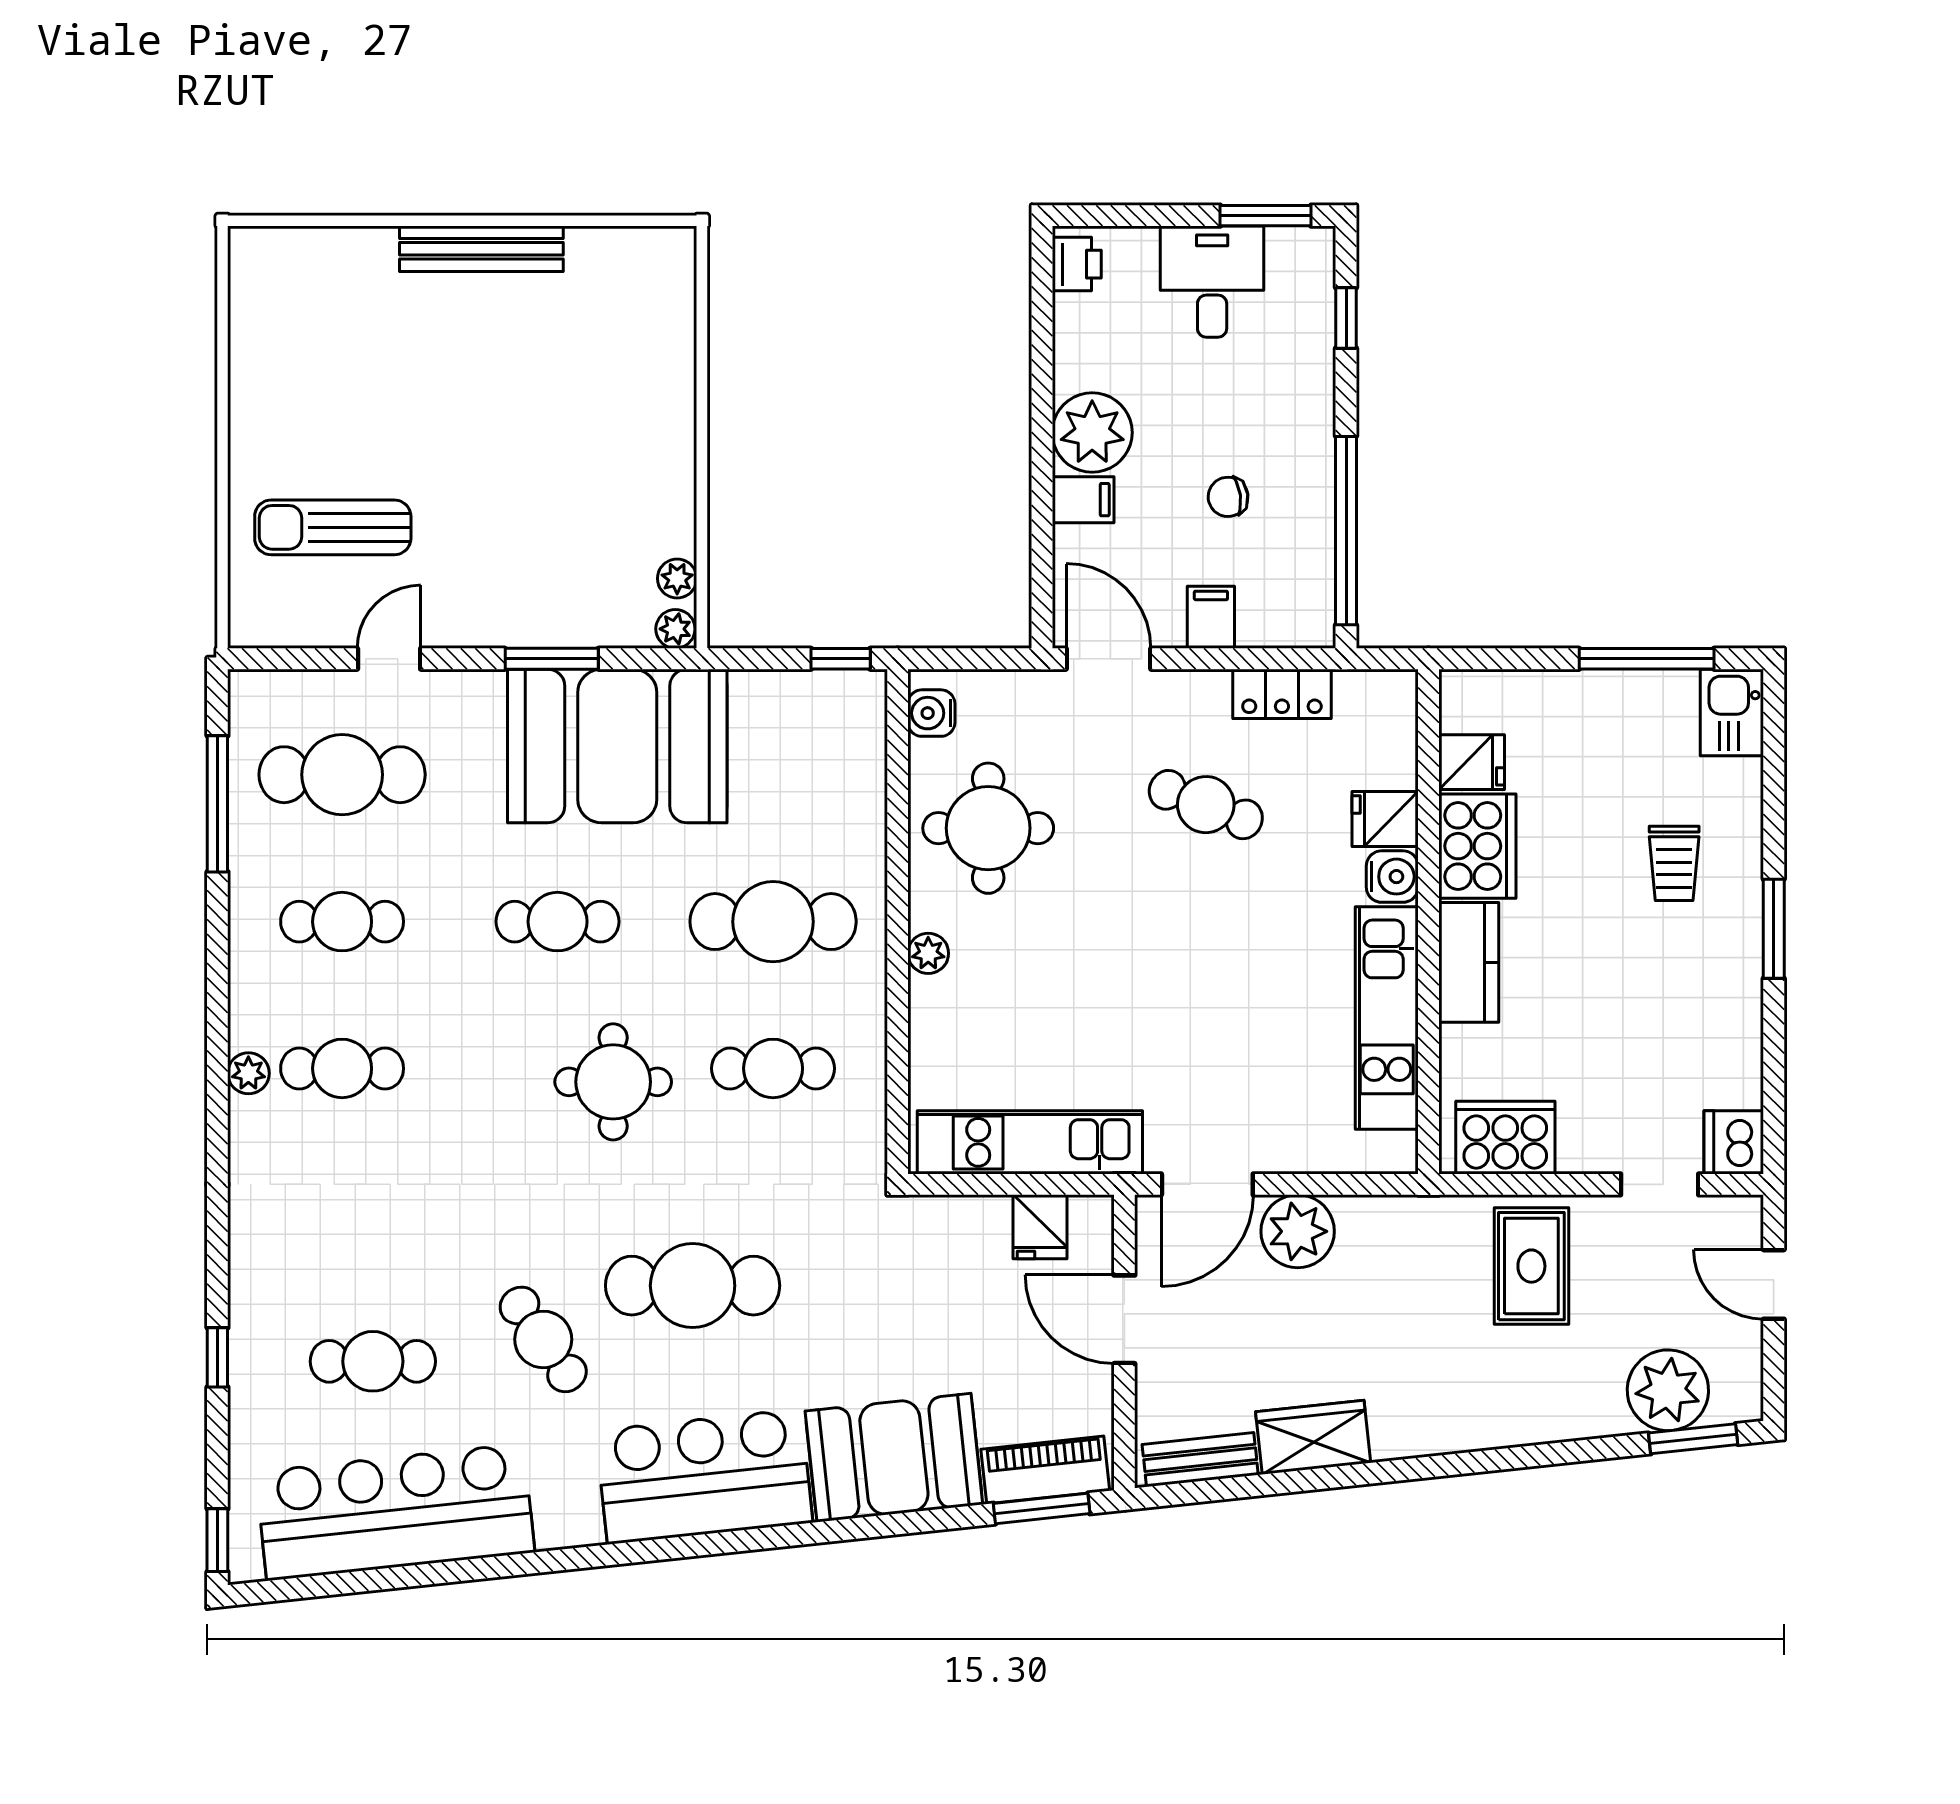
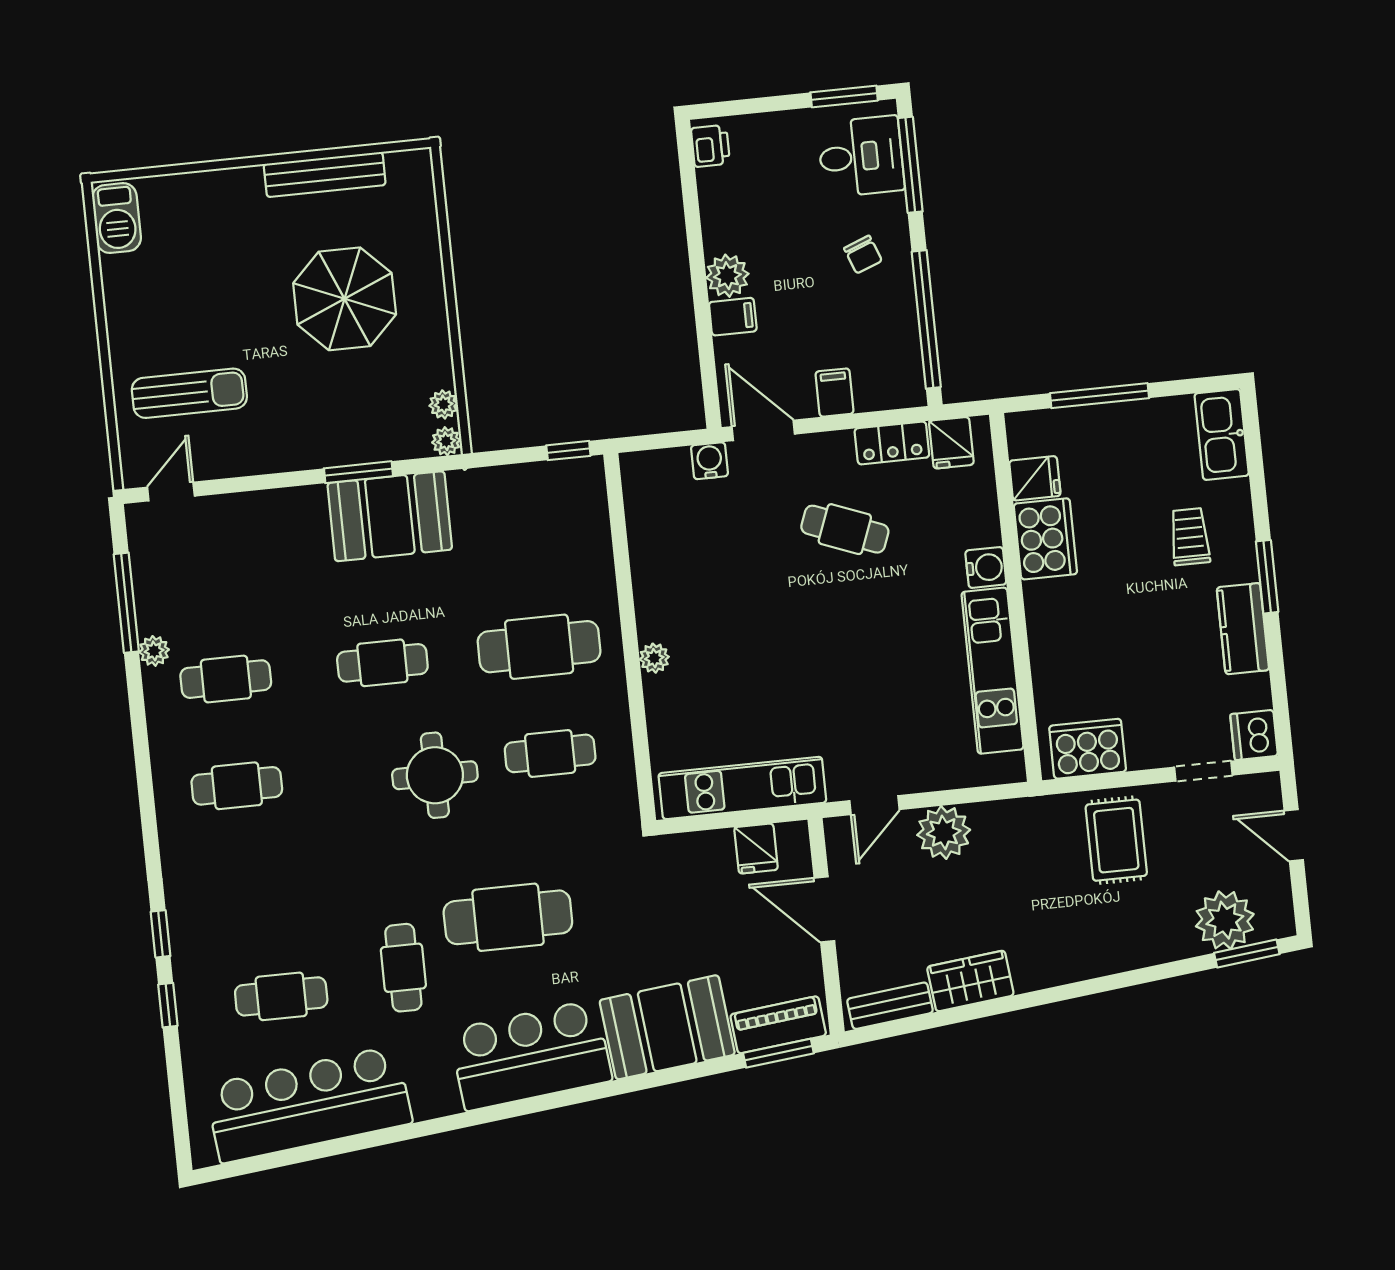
bench: (481, 249) -> (325, 175), moved
barbecue: (258, 279) -> (117, 218), added
desk: (1212, 282) -> (861, 156), moved, turned 90
window: (1346, 318) -> (910, 165), width x2.17
parasol: (557, 421) -> (345, 299), added
plant: (1092, 433) -> (727, 276), width x0.73, depth x0.73
chair: (1228, 497) -> (863, 254), moved, turned -103
sun lounger: (333, 527) -> (189, 393), turned 180
door: (389, 659) -> (171, 492), moved
window: (1647, 659) -> (1099, 396), moved
water cooler: (931, 713) -> (709, 461), moved, turned 90
kitchen sink: (1732, 713) -> (1222, 435), width x1.38
booth: (617, 746) -> (390, 516), width x0.73, depth x0.70
cafe table: (342, 775) -> (215, 572), removed
fridge: (1385, 819) -> (951, 443), moved, turned -90
round table: (988, 828) -> (688, 563), removed
trolley: (1674, 863) -> (1190, 537), turned 180
kitchen counter: (1469, 962) -> (1243, 629), moved, turned 180
plant: (248, 1073) -> (154, 651), moved
door: (1207, 1184) -> (875, 805), width x0.73
cafe table: (543, 1339) -> (403, 968), turned 35
window: (217, 1540) -> (161, 934), moved

